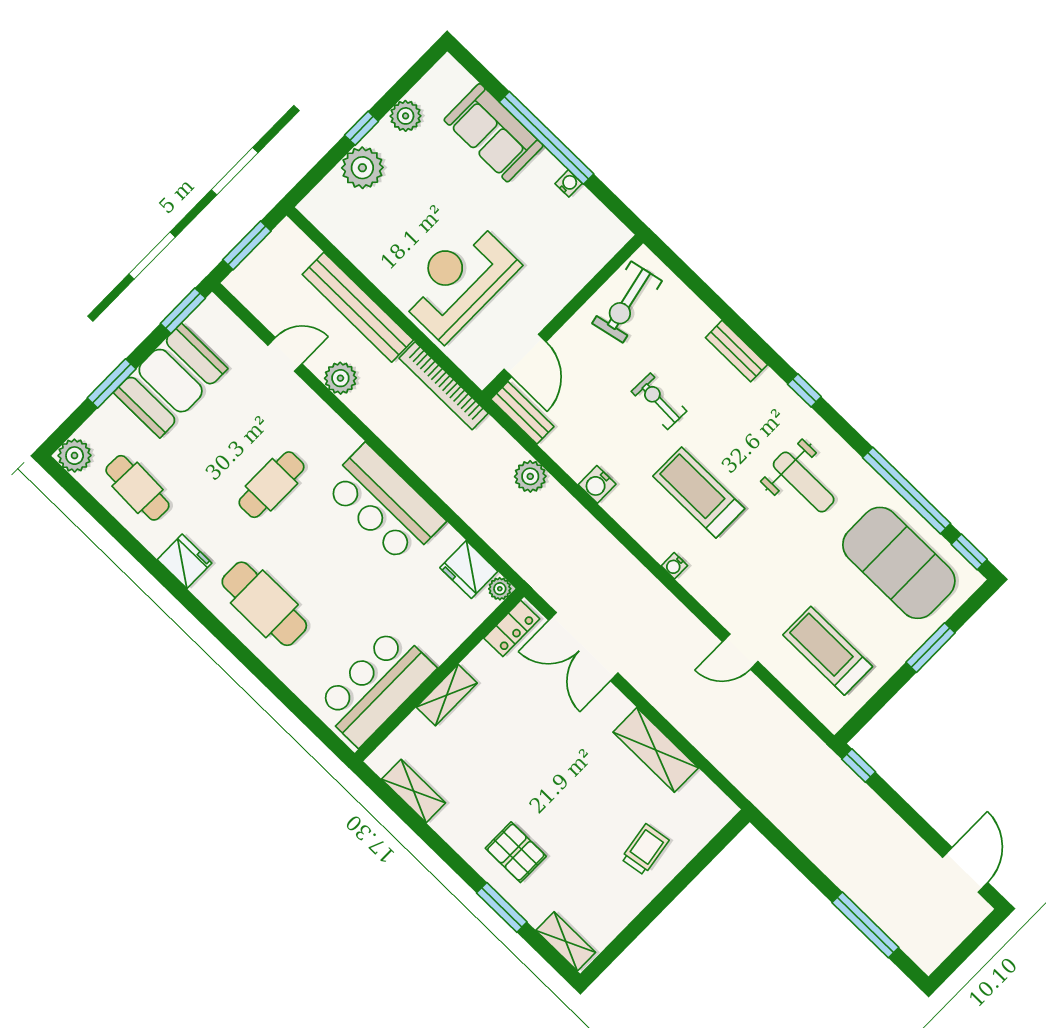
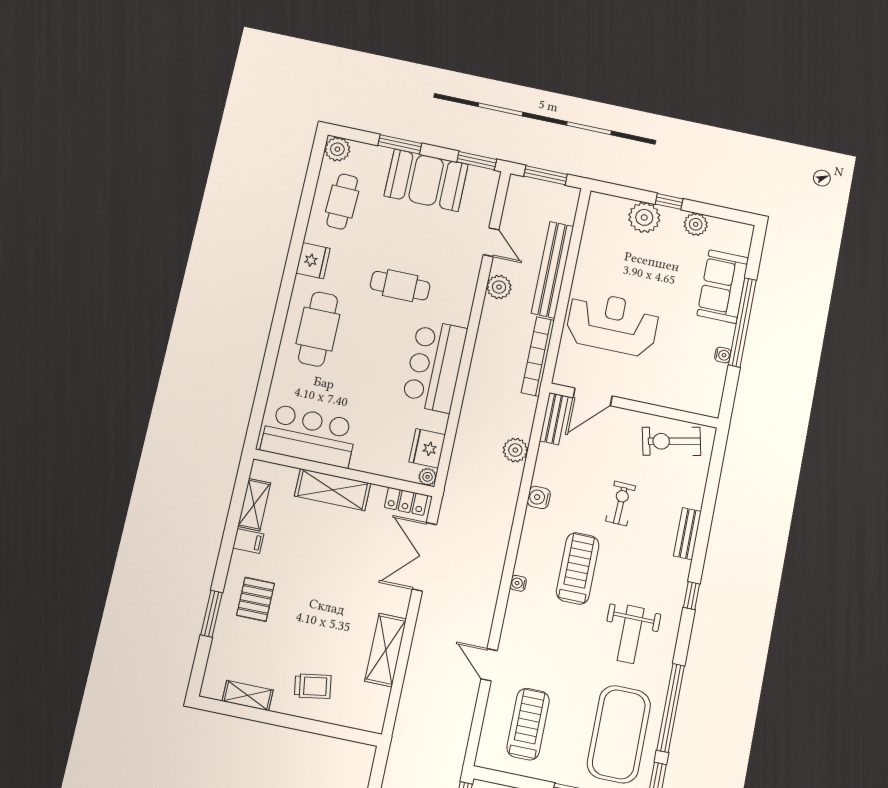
shelving: (447, 695) -> (333, 490), width x1.50, depth x1.33
filing cabinet: (449, 821) -> (248, 541), added
shelving: (566, 941) -> (248, 696), moved, turned 90

